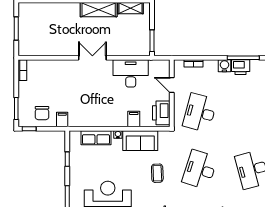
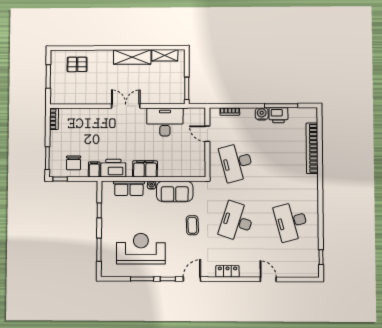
pallet: (45, 17) -> (77, 64), added
printer: (161, 113) -> (113, 168), moved, turned 90
desk: (200, 113) -> (236, 162), turned -30
filing cabinet: (134, 119) -> (145, 169), moved, width x2.00

